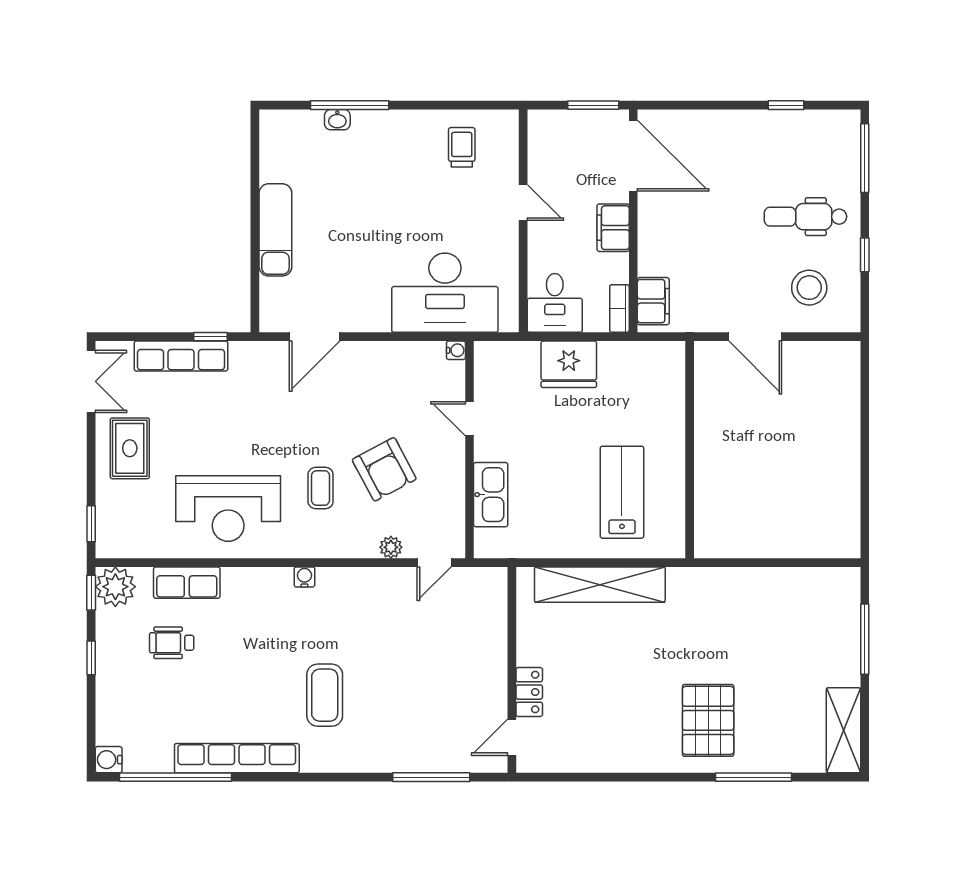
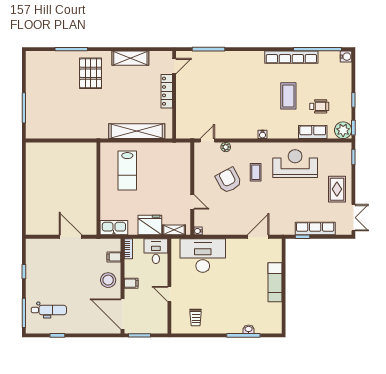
dental chair: (805, 217) -> (49, 310), moved
filing cabinet: (613, 228) -> (131, 283), width x0.50
stool: (809, 288) -> (108, 280), moved
filing cabinet: (653, 301) -> (114, 257), width x0.50
shelving: (512, 353) -> (174, 230), added
double door: (91, 381) -> (353, 218), swing flipped
kitchen sink: (491, 495) -> (114, 228), moved, turned 90
locker: (529, 692) -> (167, 91), width x1.53
coffee table: (325, 695) -> (288, 96), moved
shelving: (843, 730) -> (130, 58), moved, turned 90

